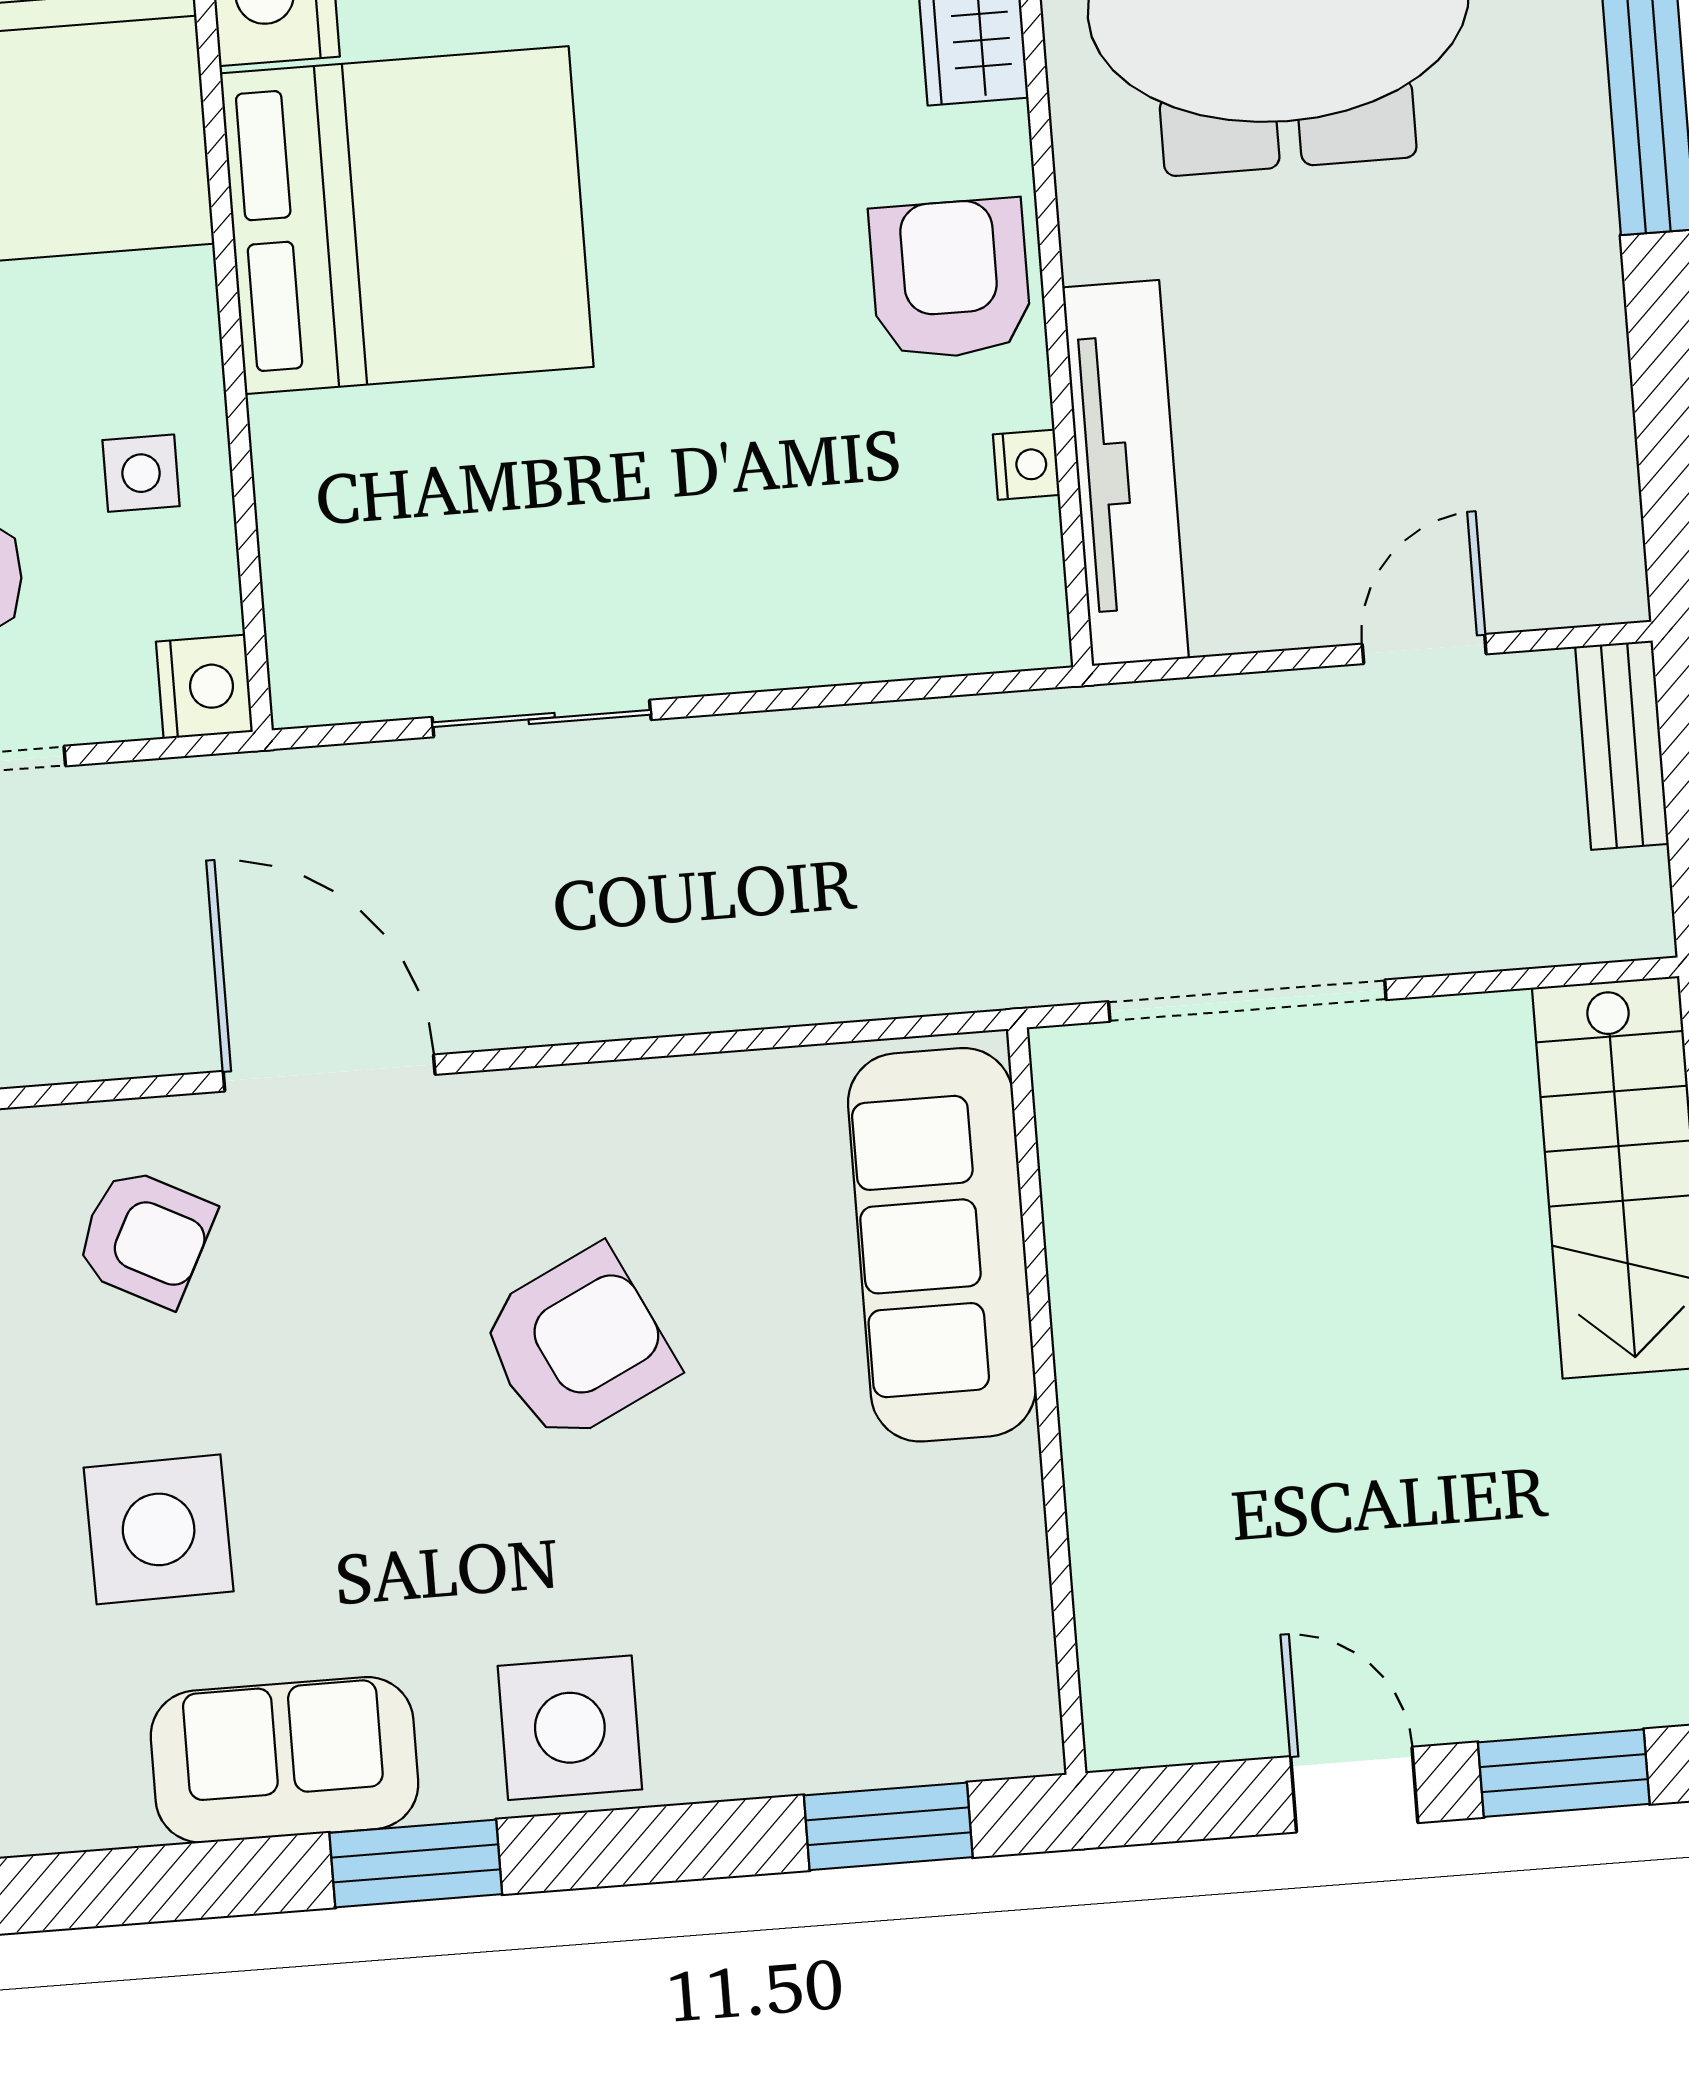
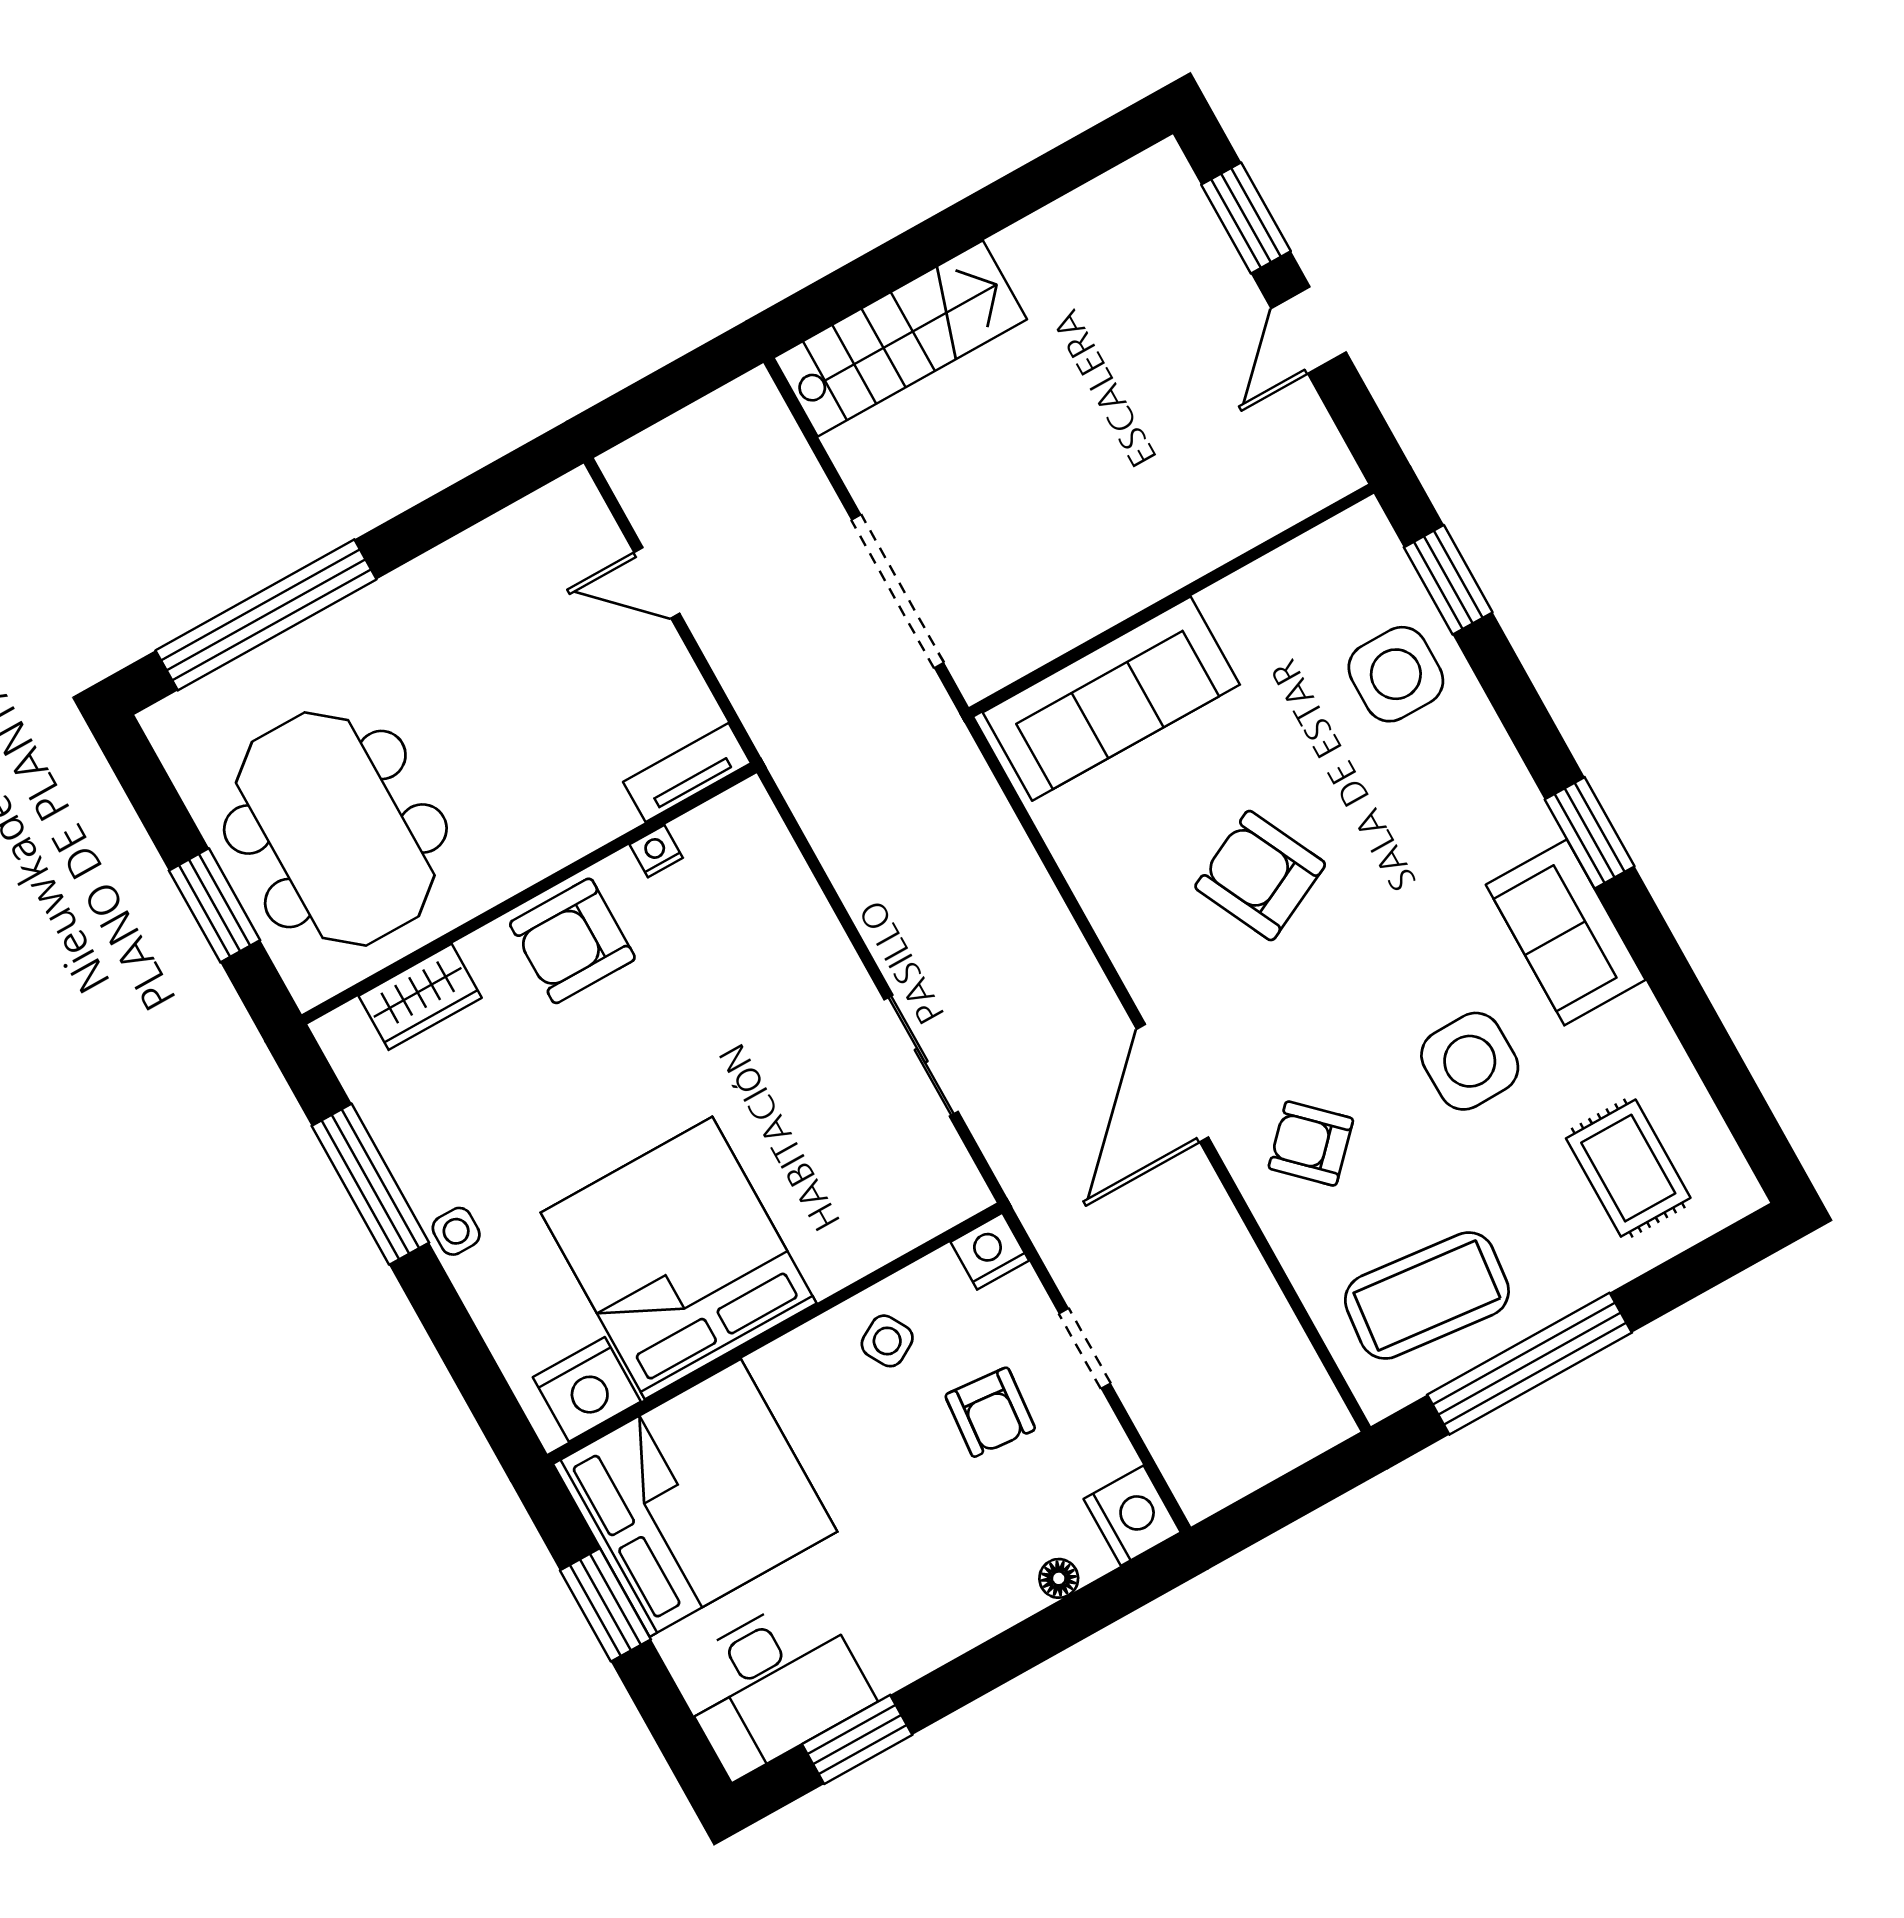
side table: (141, 473) -> (887, 1341), turned -30
tv unit: (1126, 473) -> (687, 773), width x0.52, depth x0.78
bench: (1622, 745) -> (660, 448), removed
armchair: (145, 1237) -> (1311, 1143), turned -73
side table: (570, 1728) -> (1396, 674), moved

